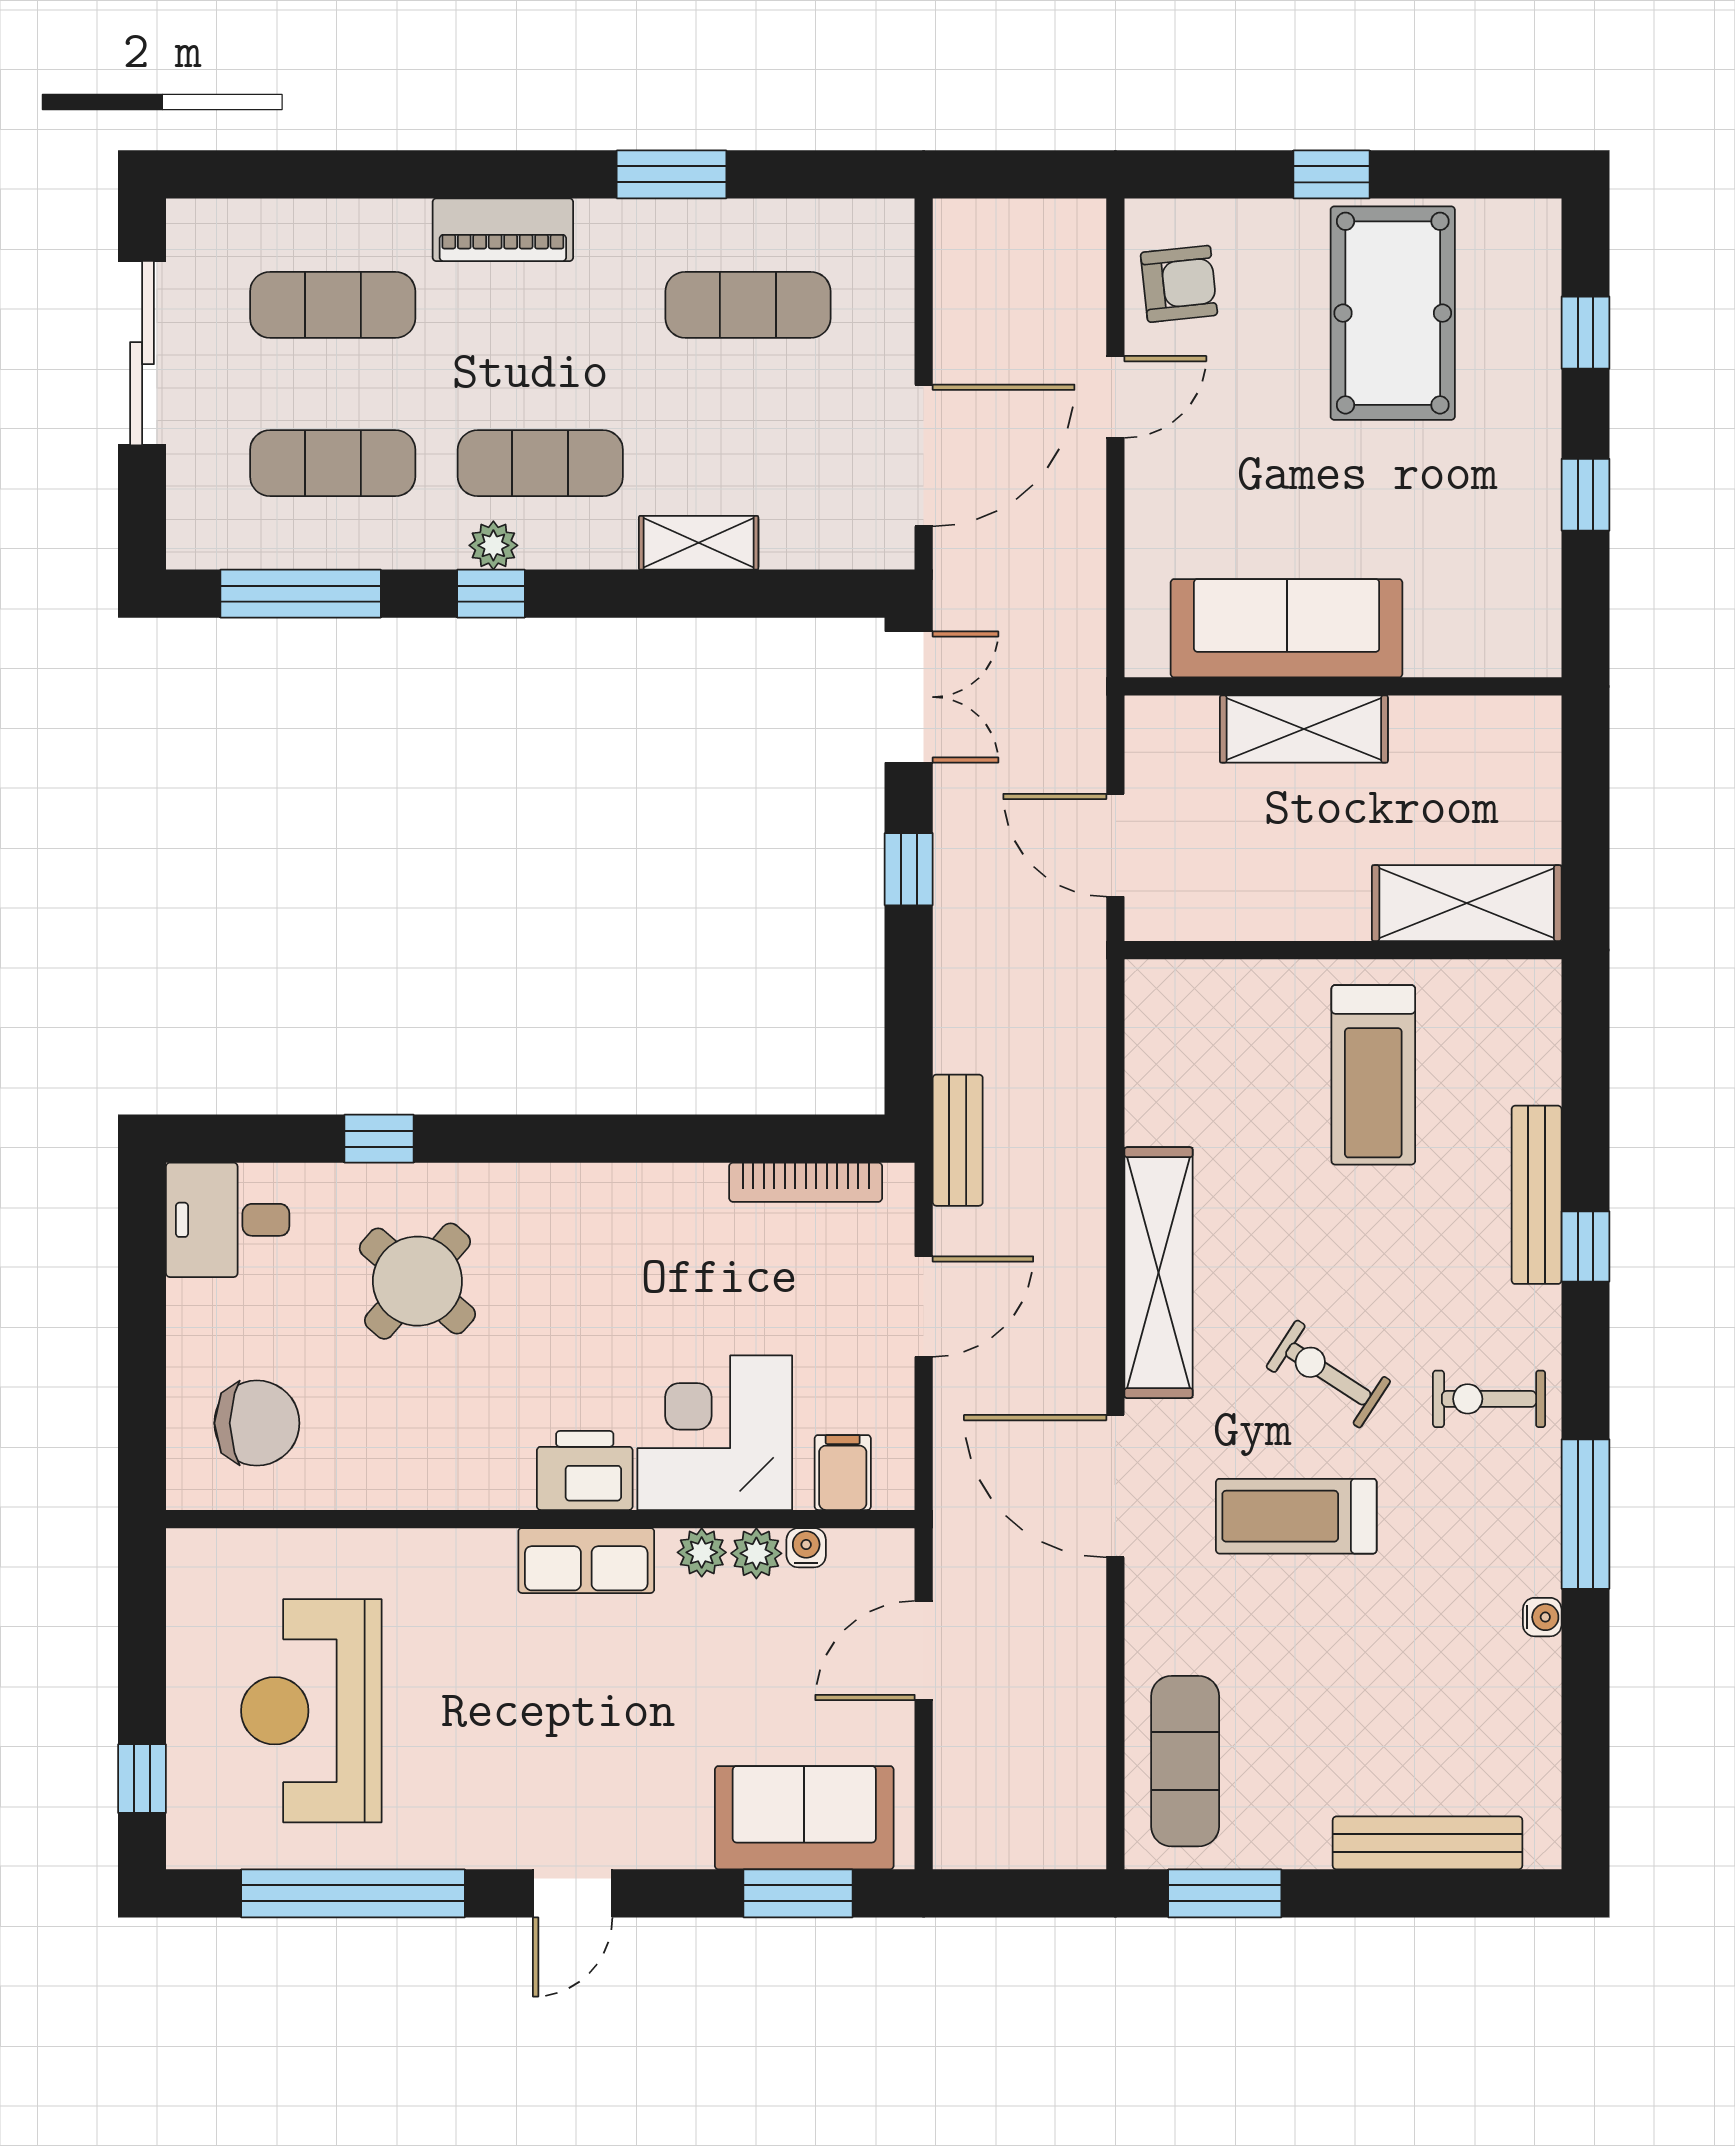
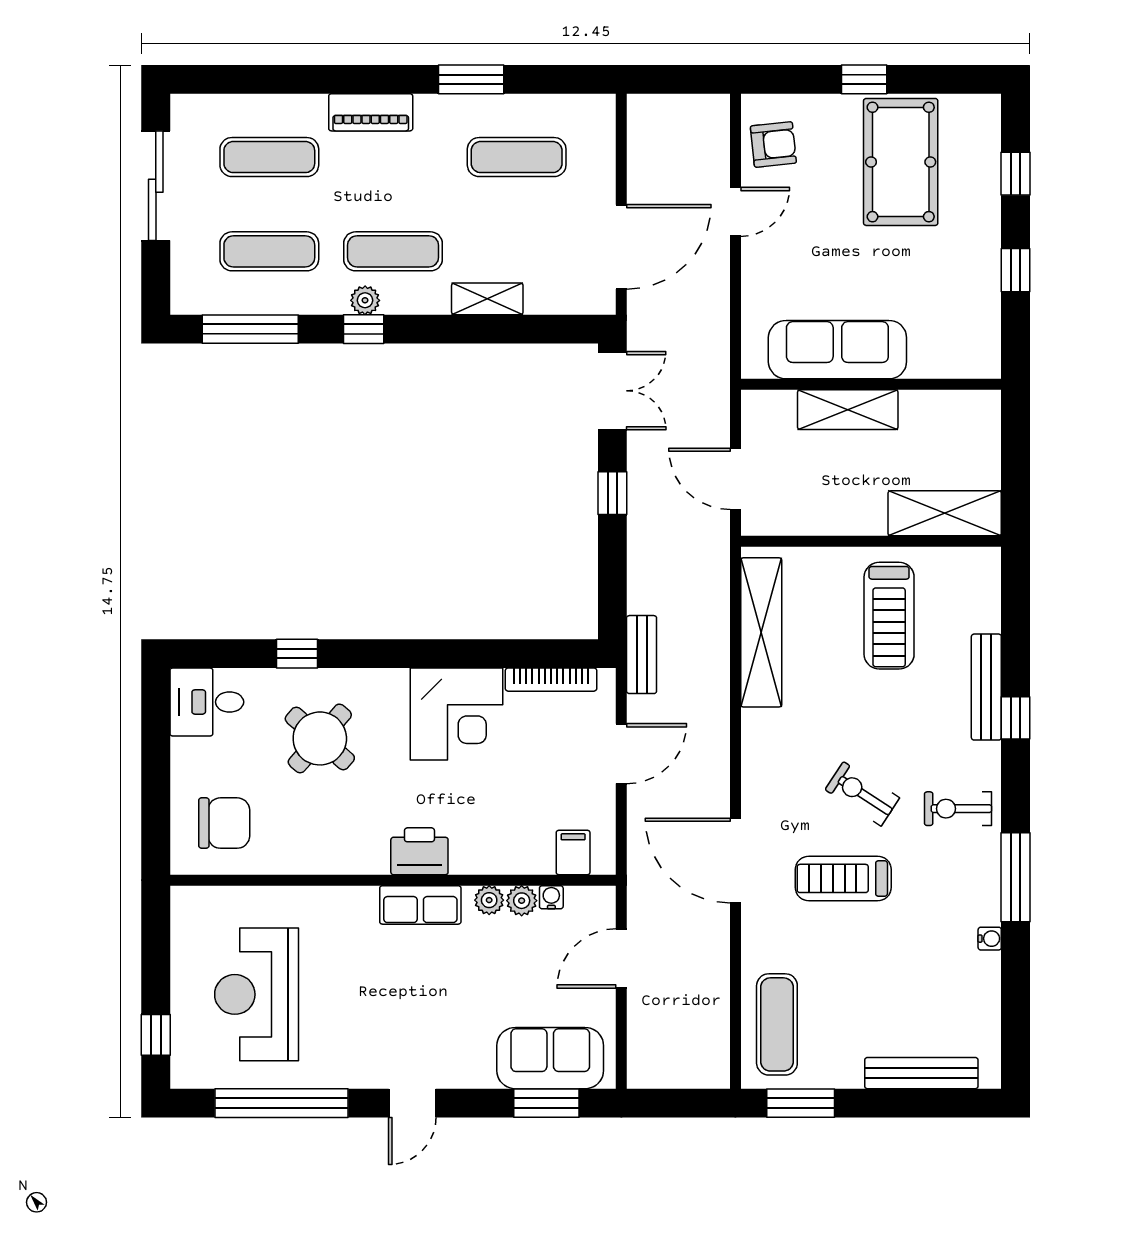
shelving: (1159, 1273) -> (761, 632), moved
corner desk: (715, 1433) -> (457, 714), moved, turned 180

